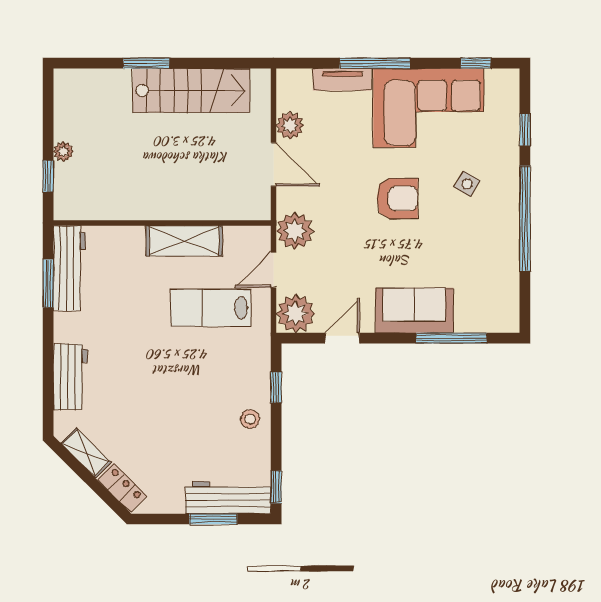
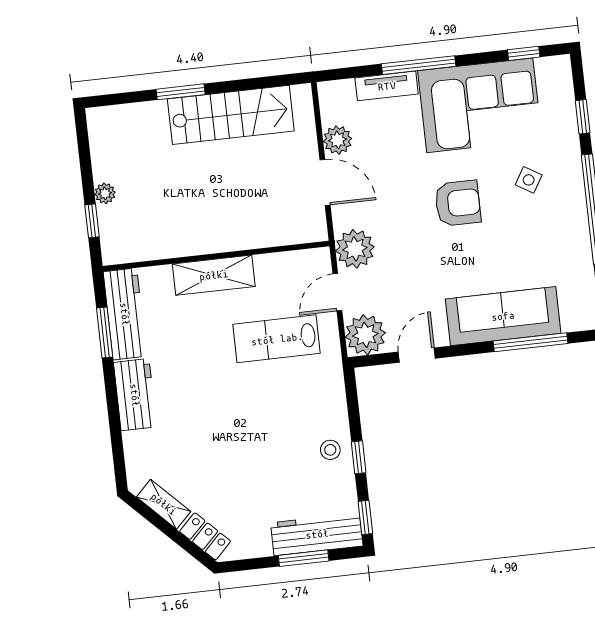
shelving: (184, 241) -> (214, 275), moved
sofa: (414, 310) -> (503, 316), width x1.36
workbench: (70, 377) -> (135, 395), moved
window: (276, 387) -> (359, 457), moved

